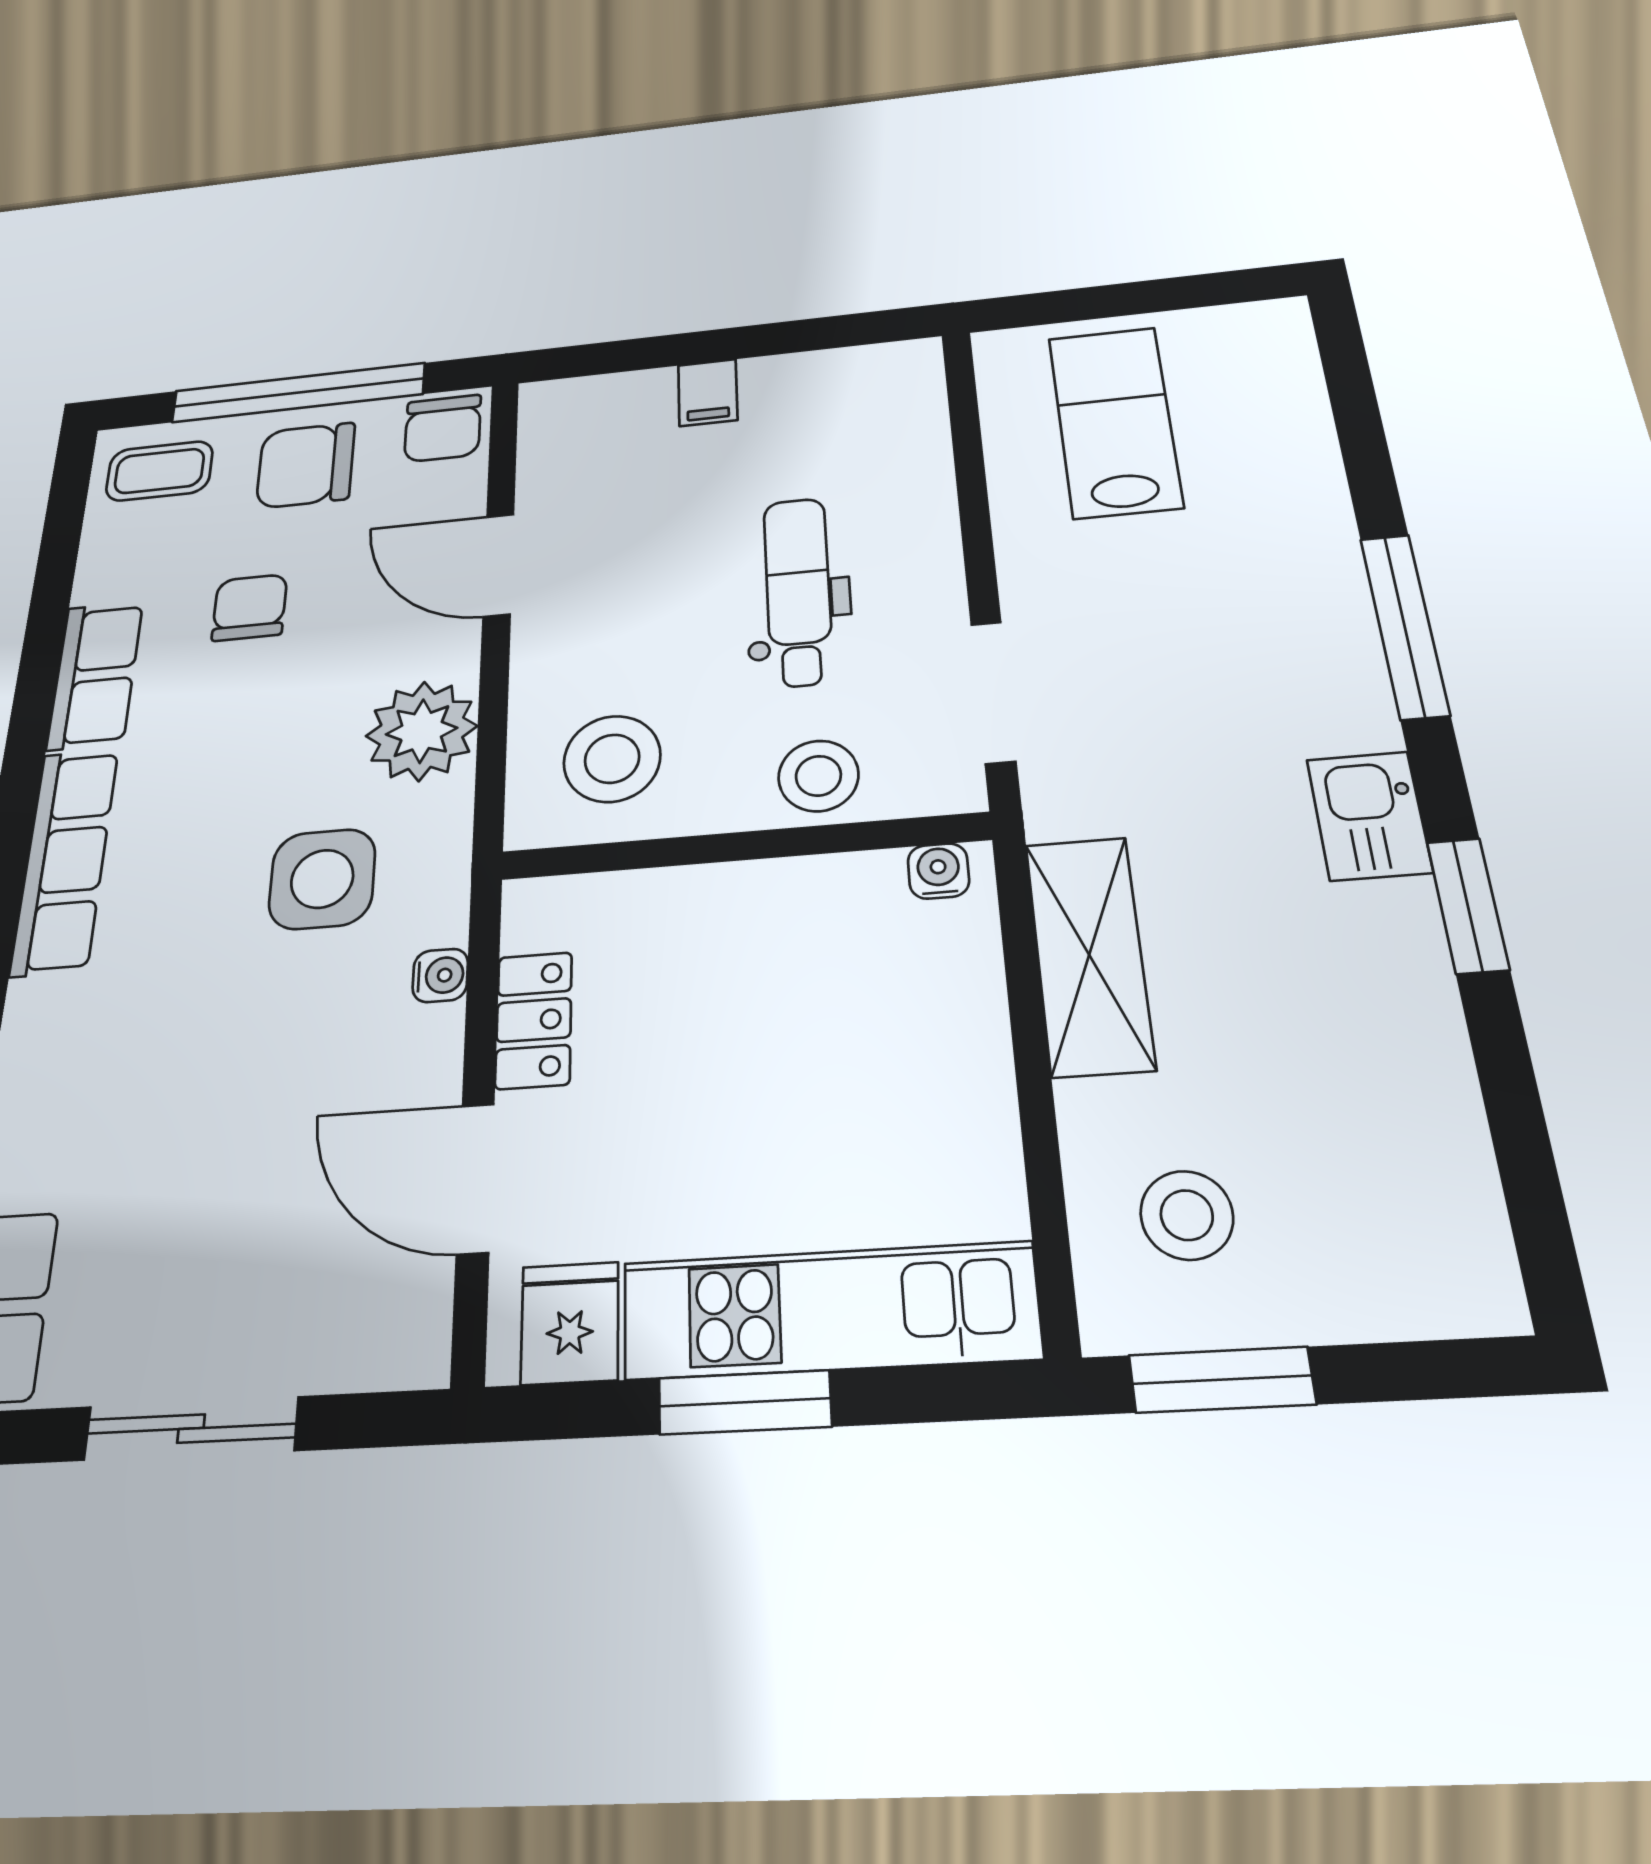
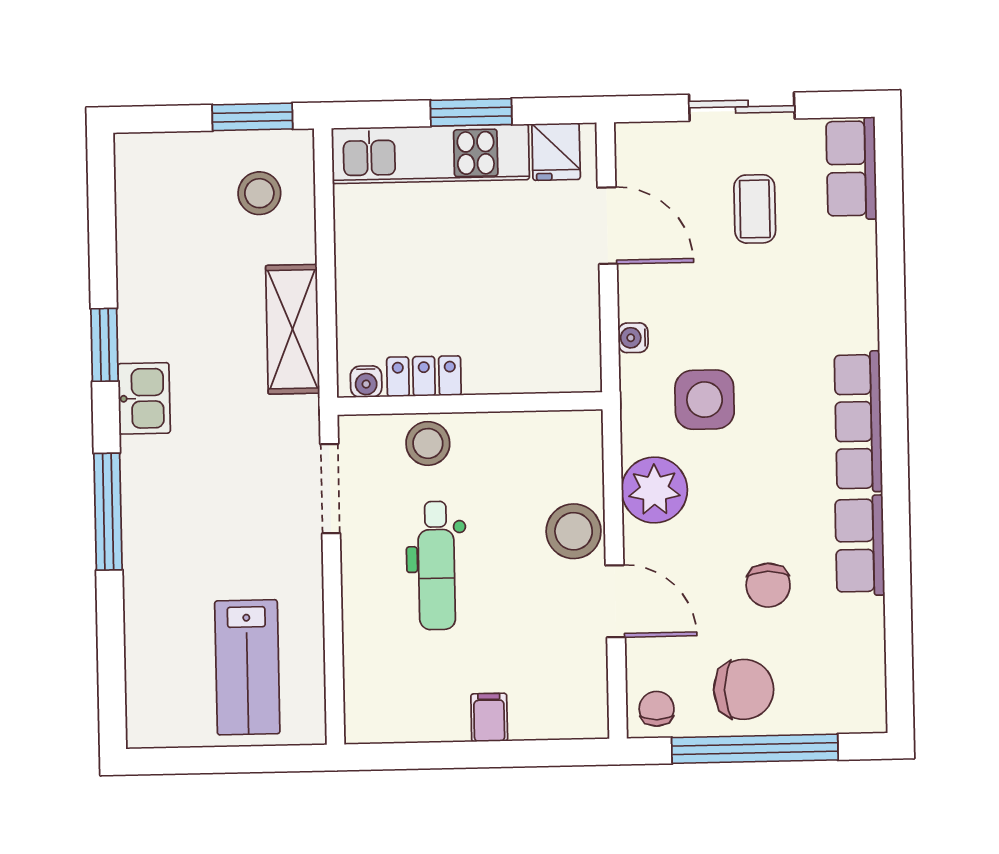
chair: (443, 428) -> (657, 709), width x0.73, depth x0.73
coffee table: (159, 471) -> (755, 209), moved, turned 90
stool: (612, 759) -> (574, 531), moved
locker: (534, 1020) -> (424, 376), moved, turned 90

